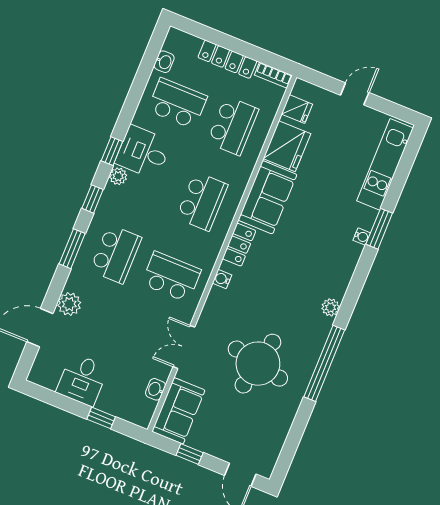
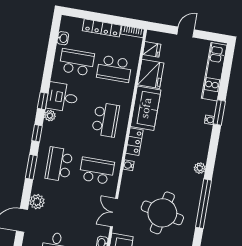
school desk: (233, 126) -> (114, 69), turned 90
school desk: (116, 254) -> (59, 164), turned 180

